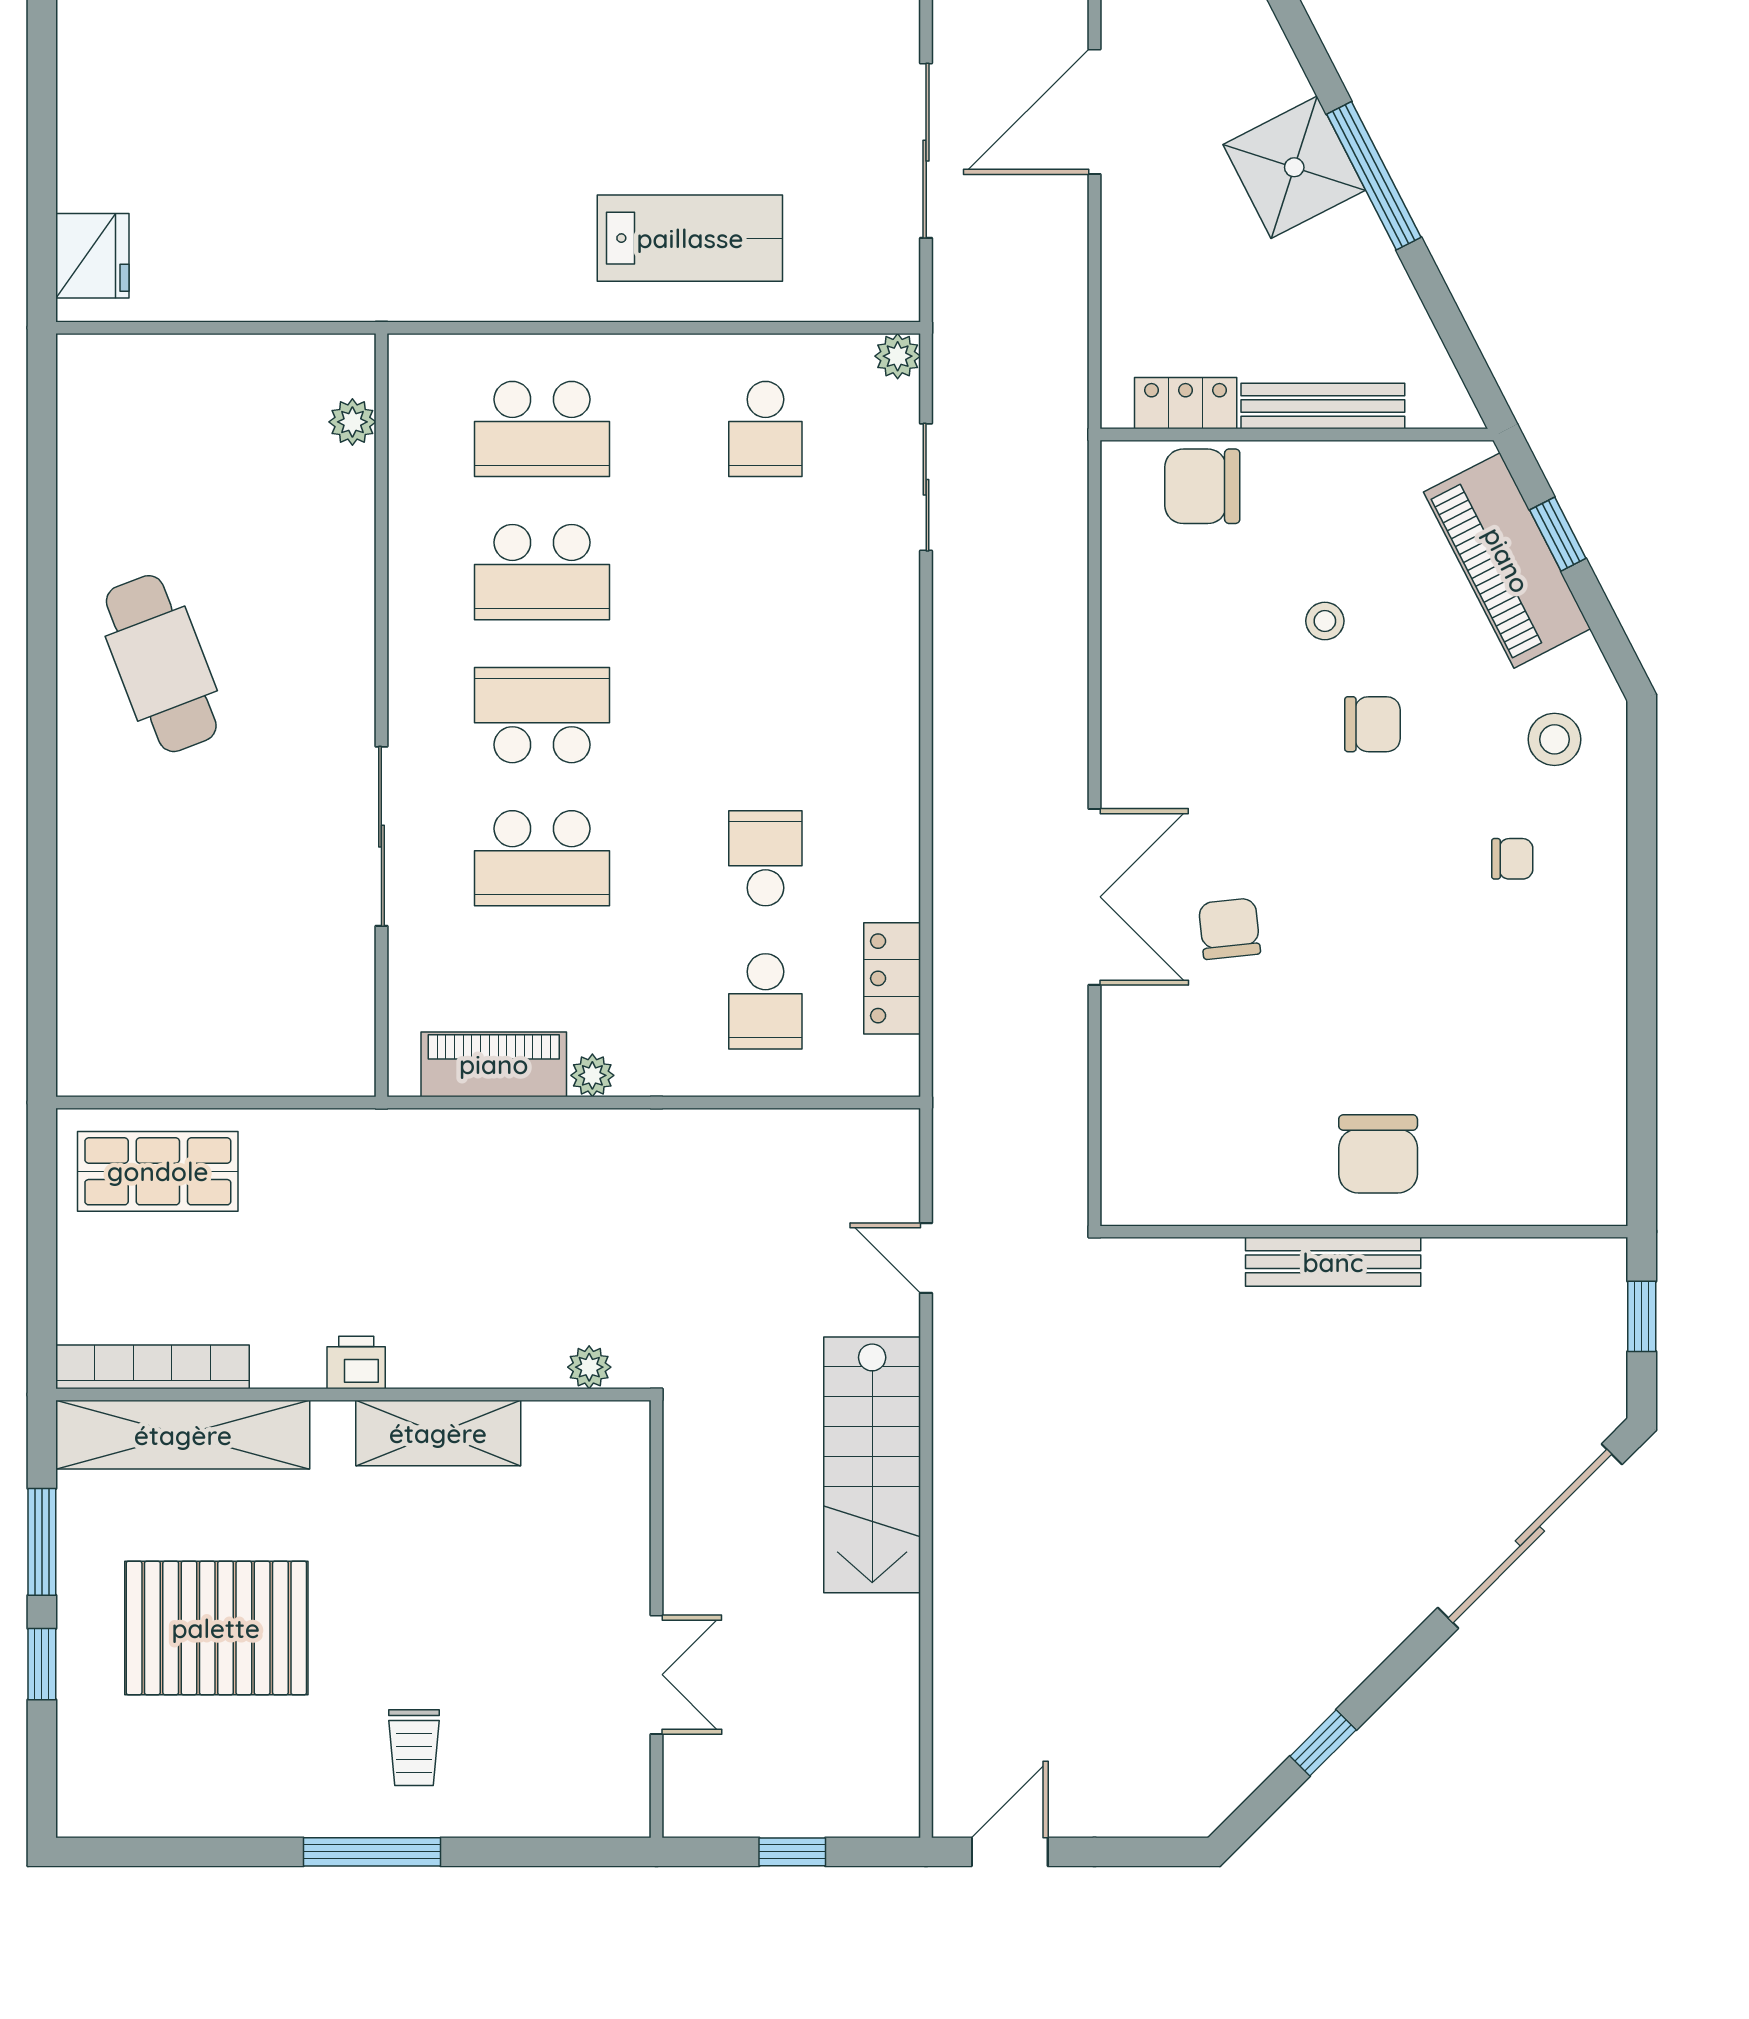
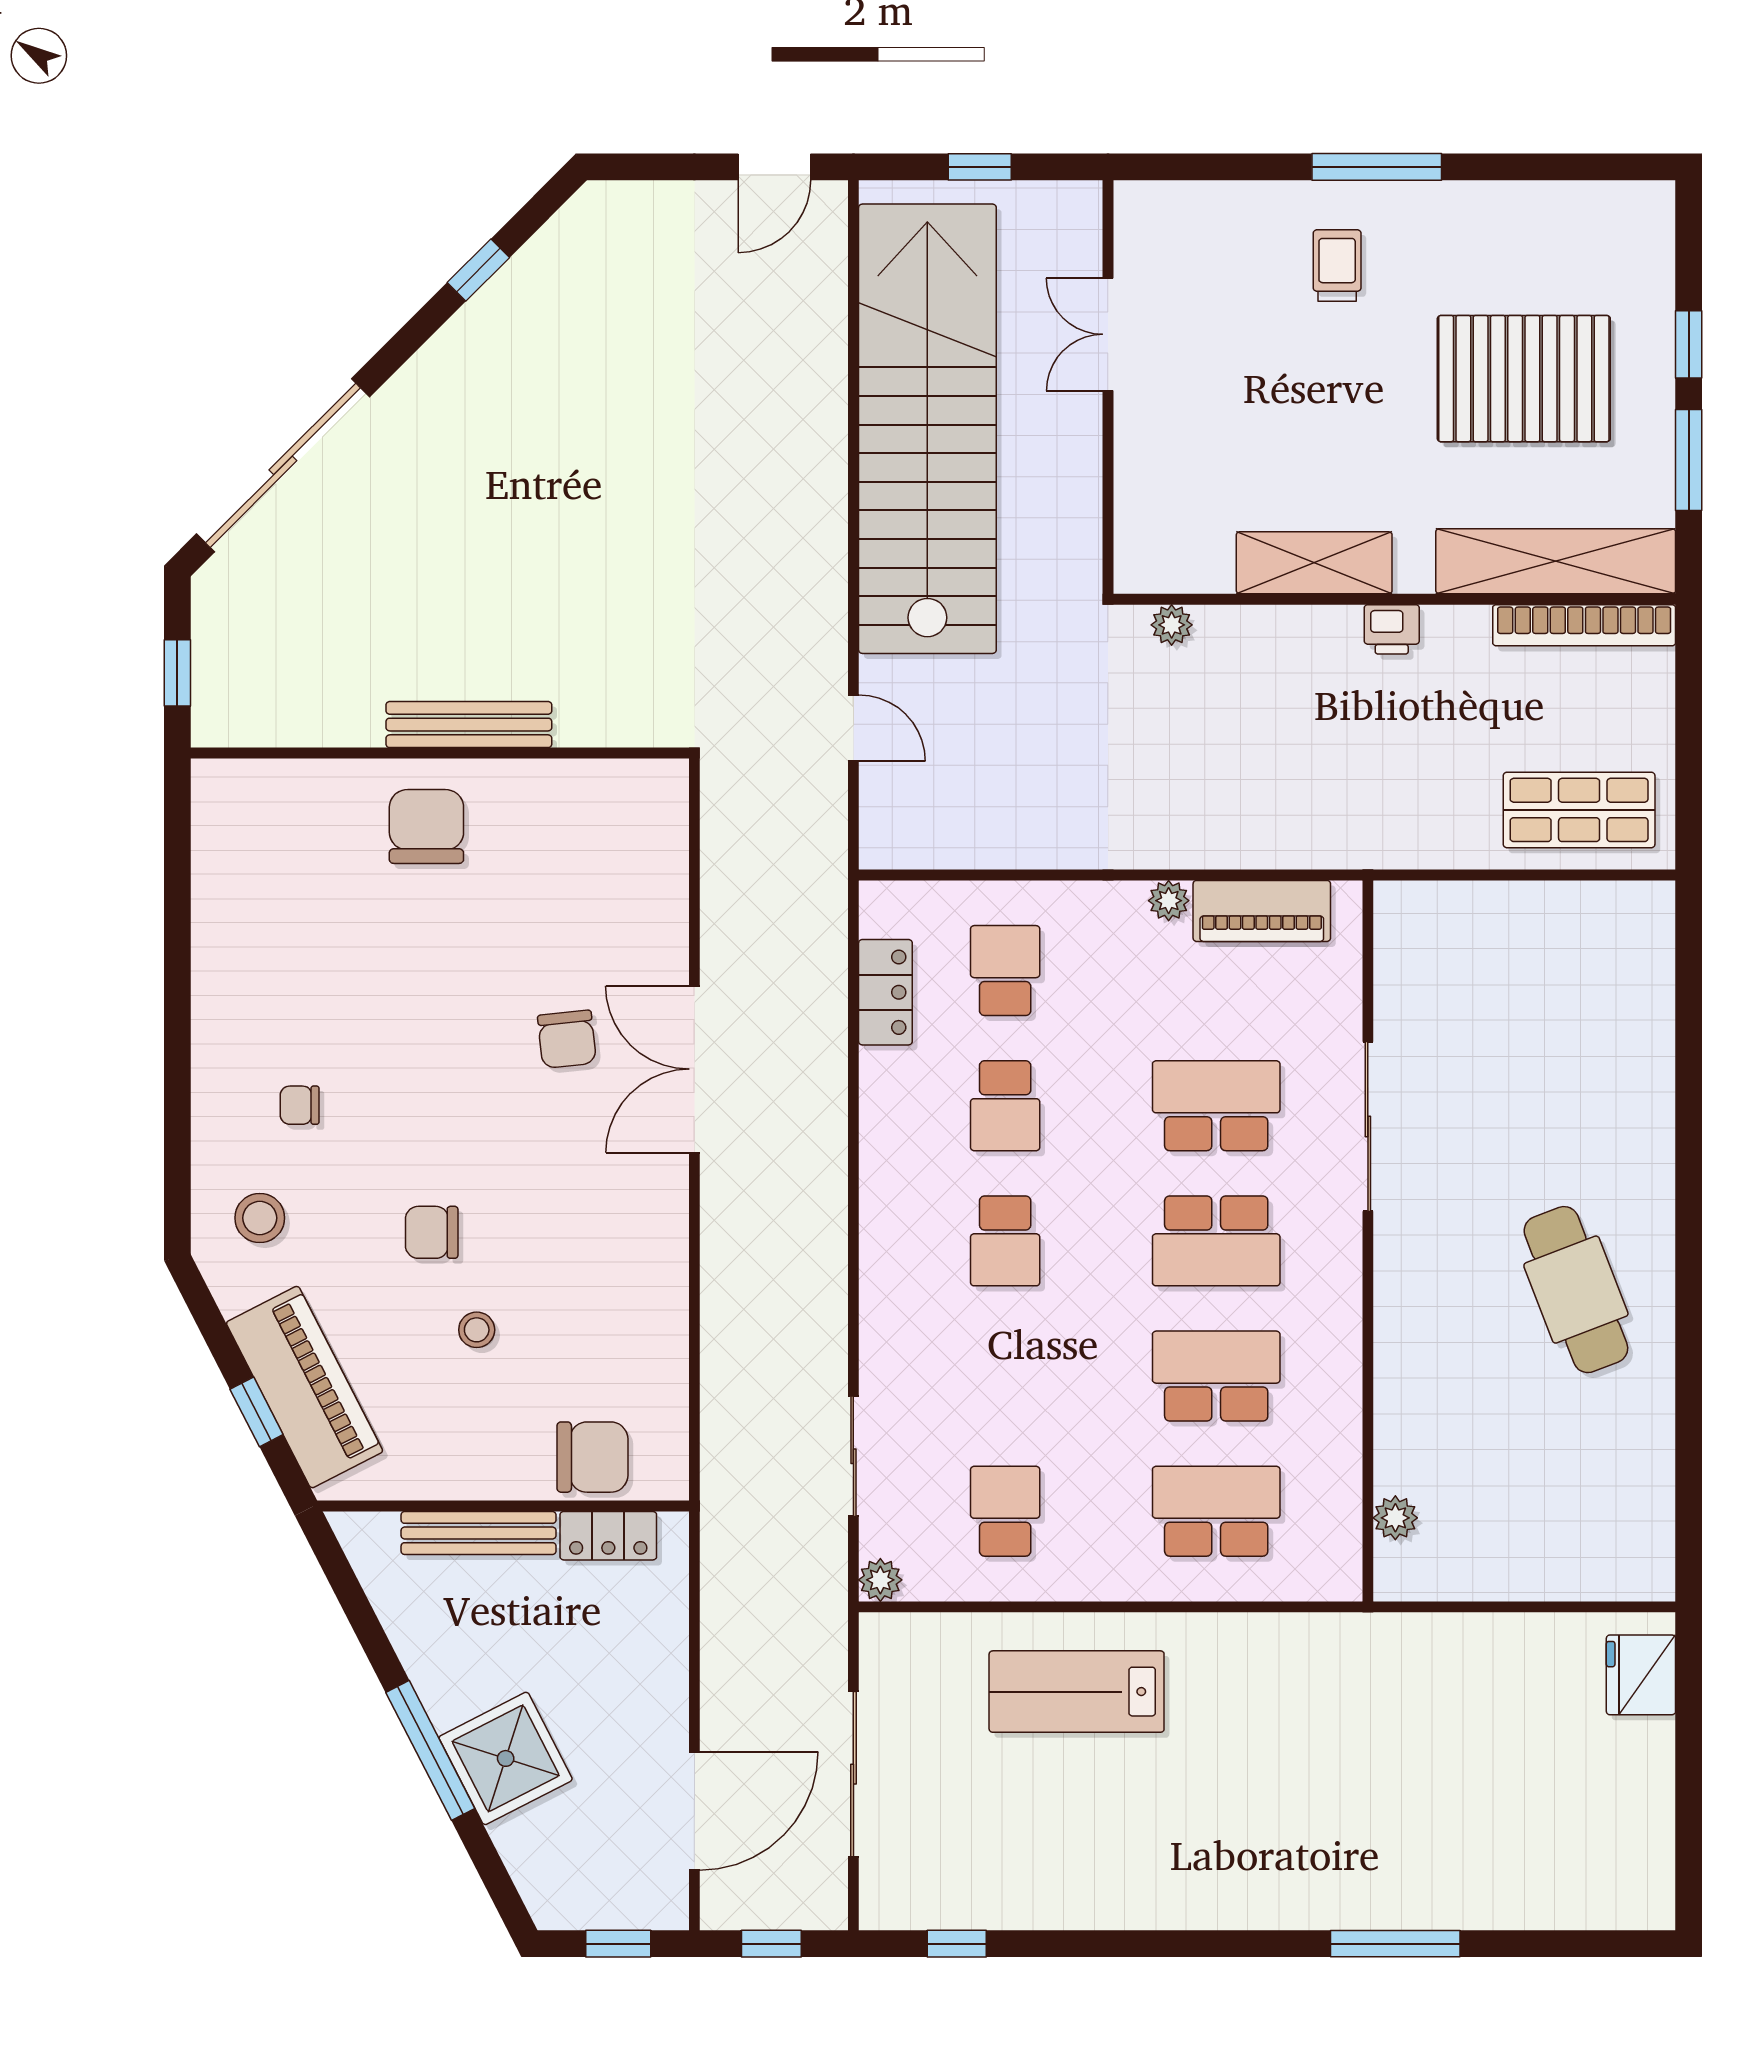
school desk: (765, 715) -> (1005, 1241), added
stairs: (872, 1465) -> (927, 429), width x1.86, depth x1.51

